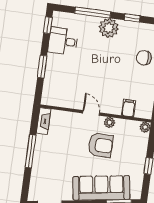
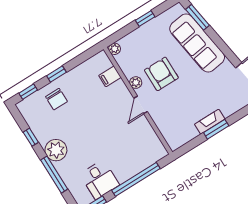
window: (42, 67) -> (136, 179), width x2.11
fireplace: (44, 121) -> (210, 122), moved
window: (31, 151) -> (216, 129), width x0.69

